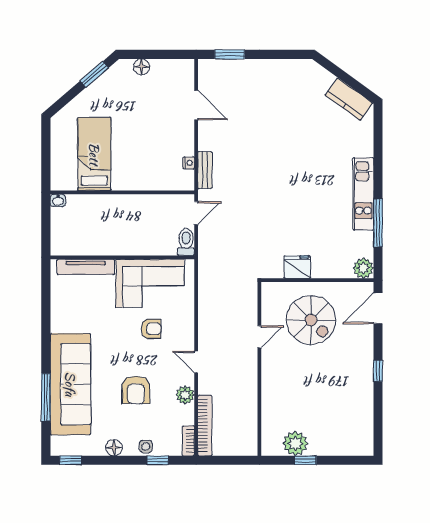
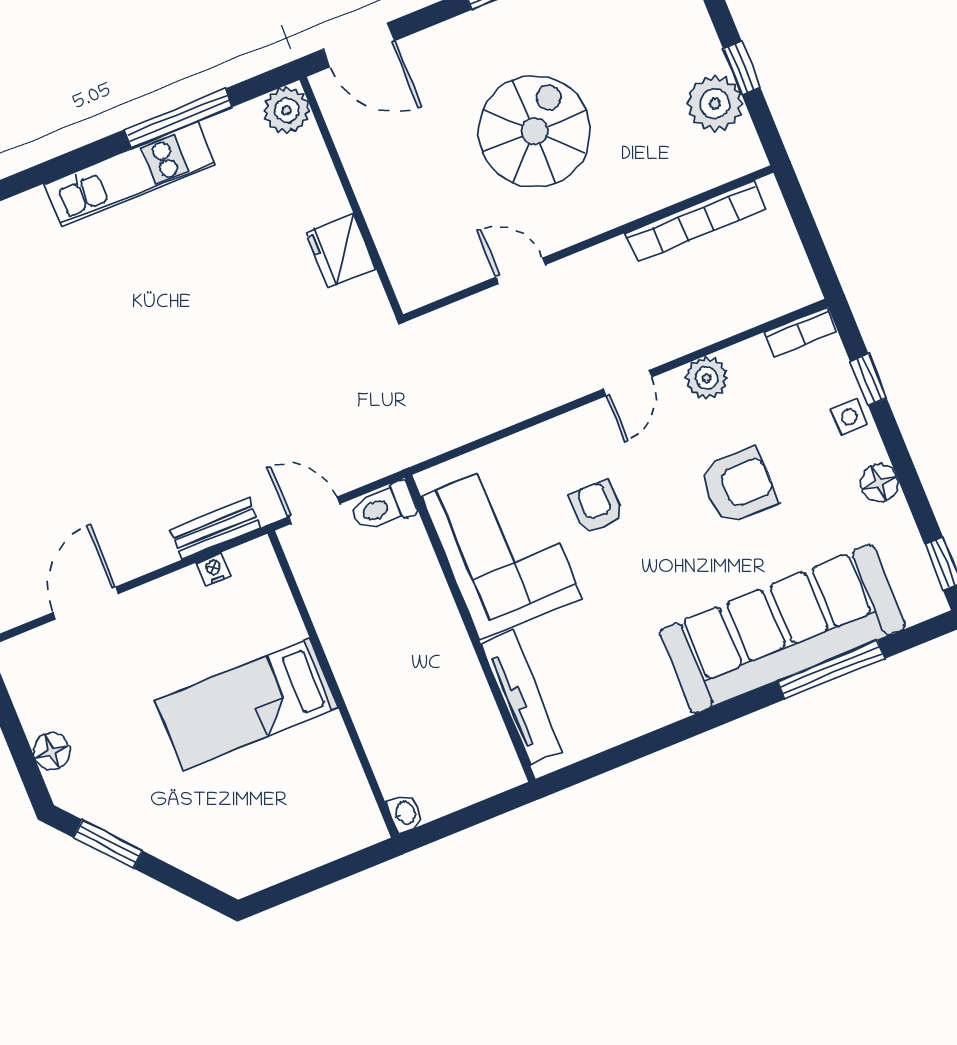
bed: (94, 154) -> (247, 704), moved
spiral stairs: (311, 320) -> (534, 131), moved
bookcase: (205, 426) -> (695, 221), moved, turned 180

